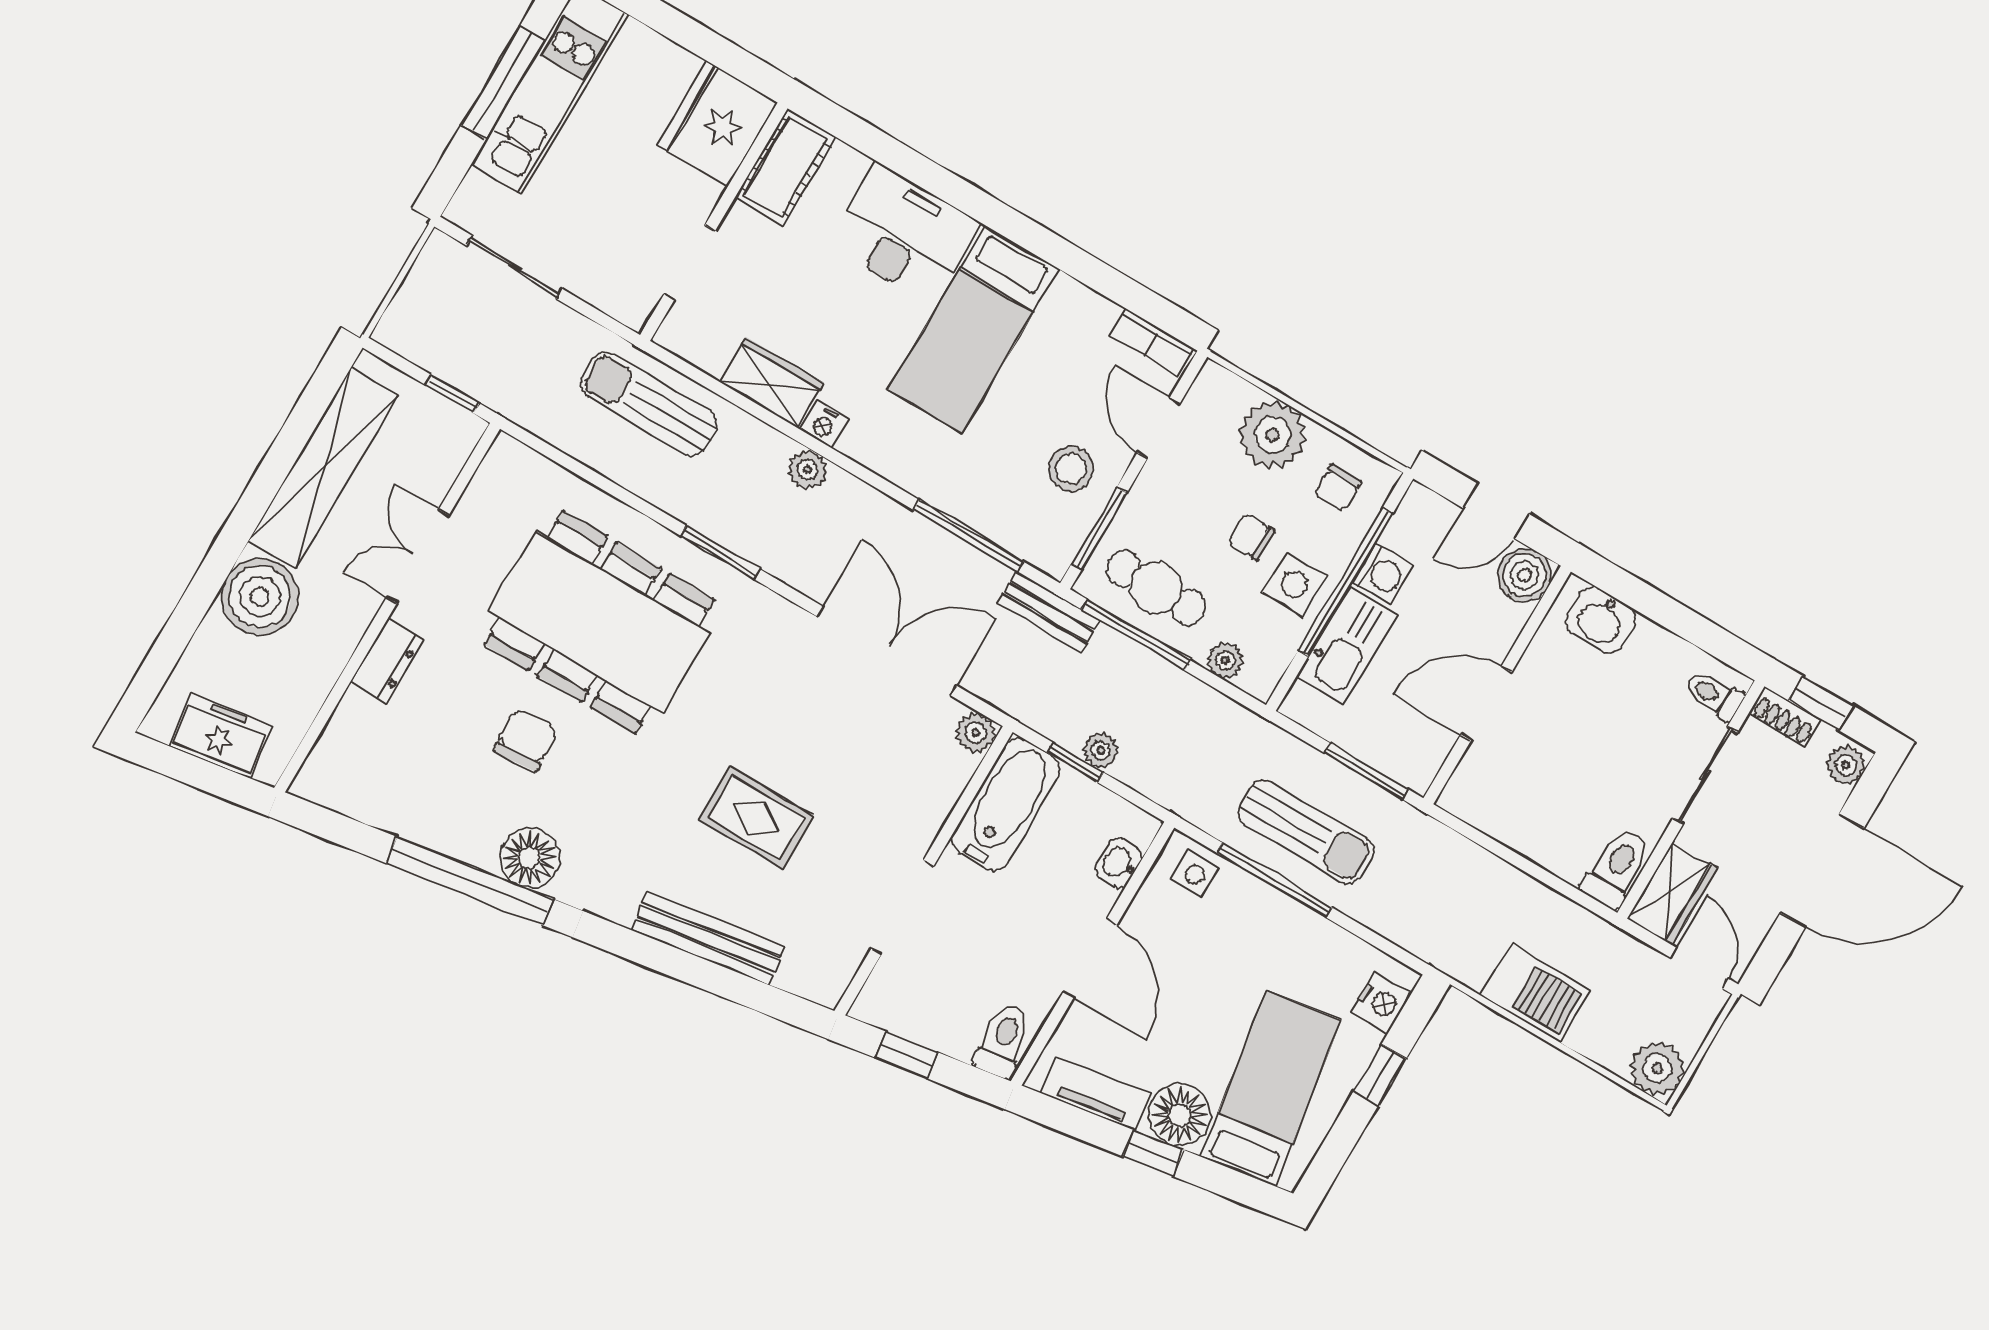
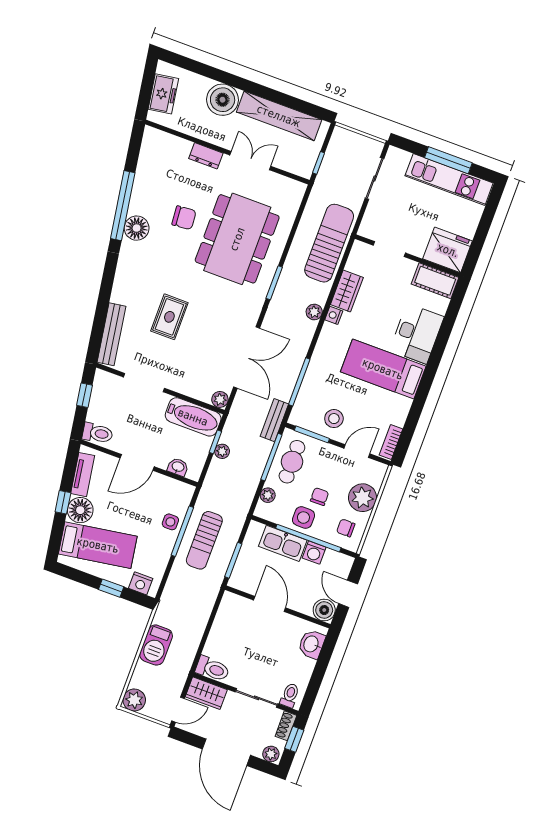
sun lounger: (649, 404) -> (329, 243), width x1.36, depth x1.34
side table: (1195, 874) -> (170, 522), moved
bench: (708, 938) -> (111, 334), moved

